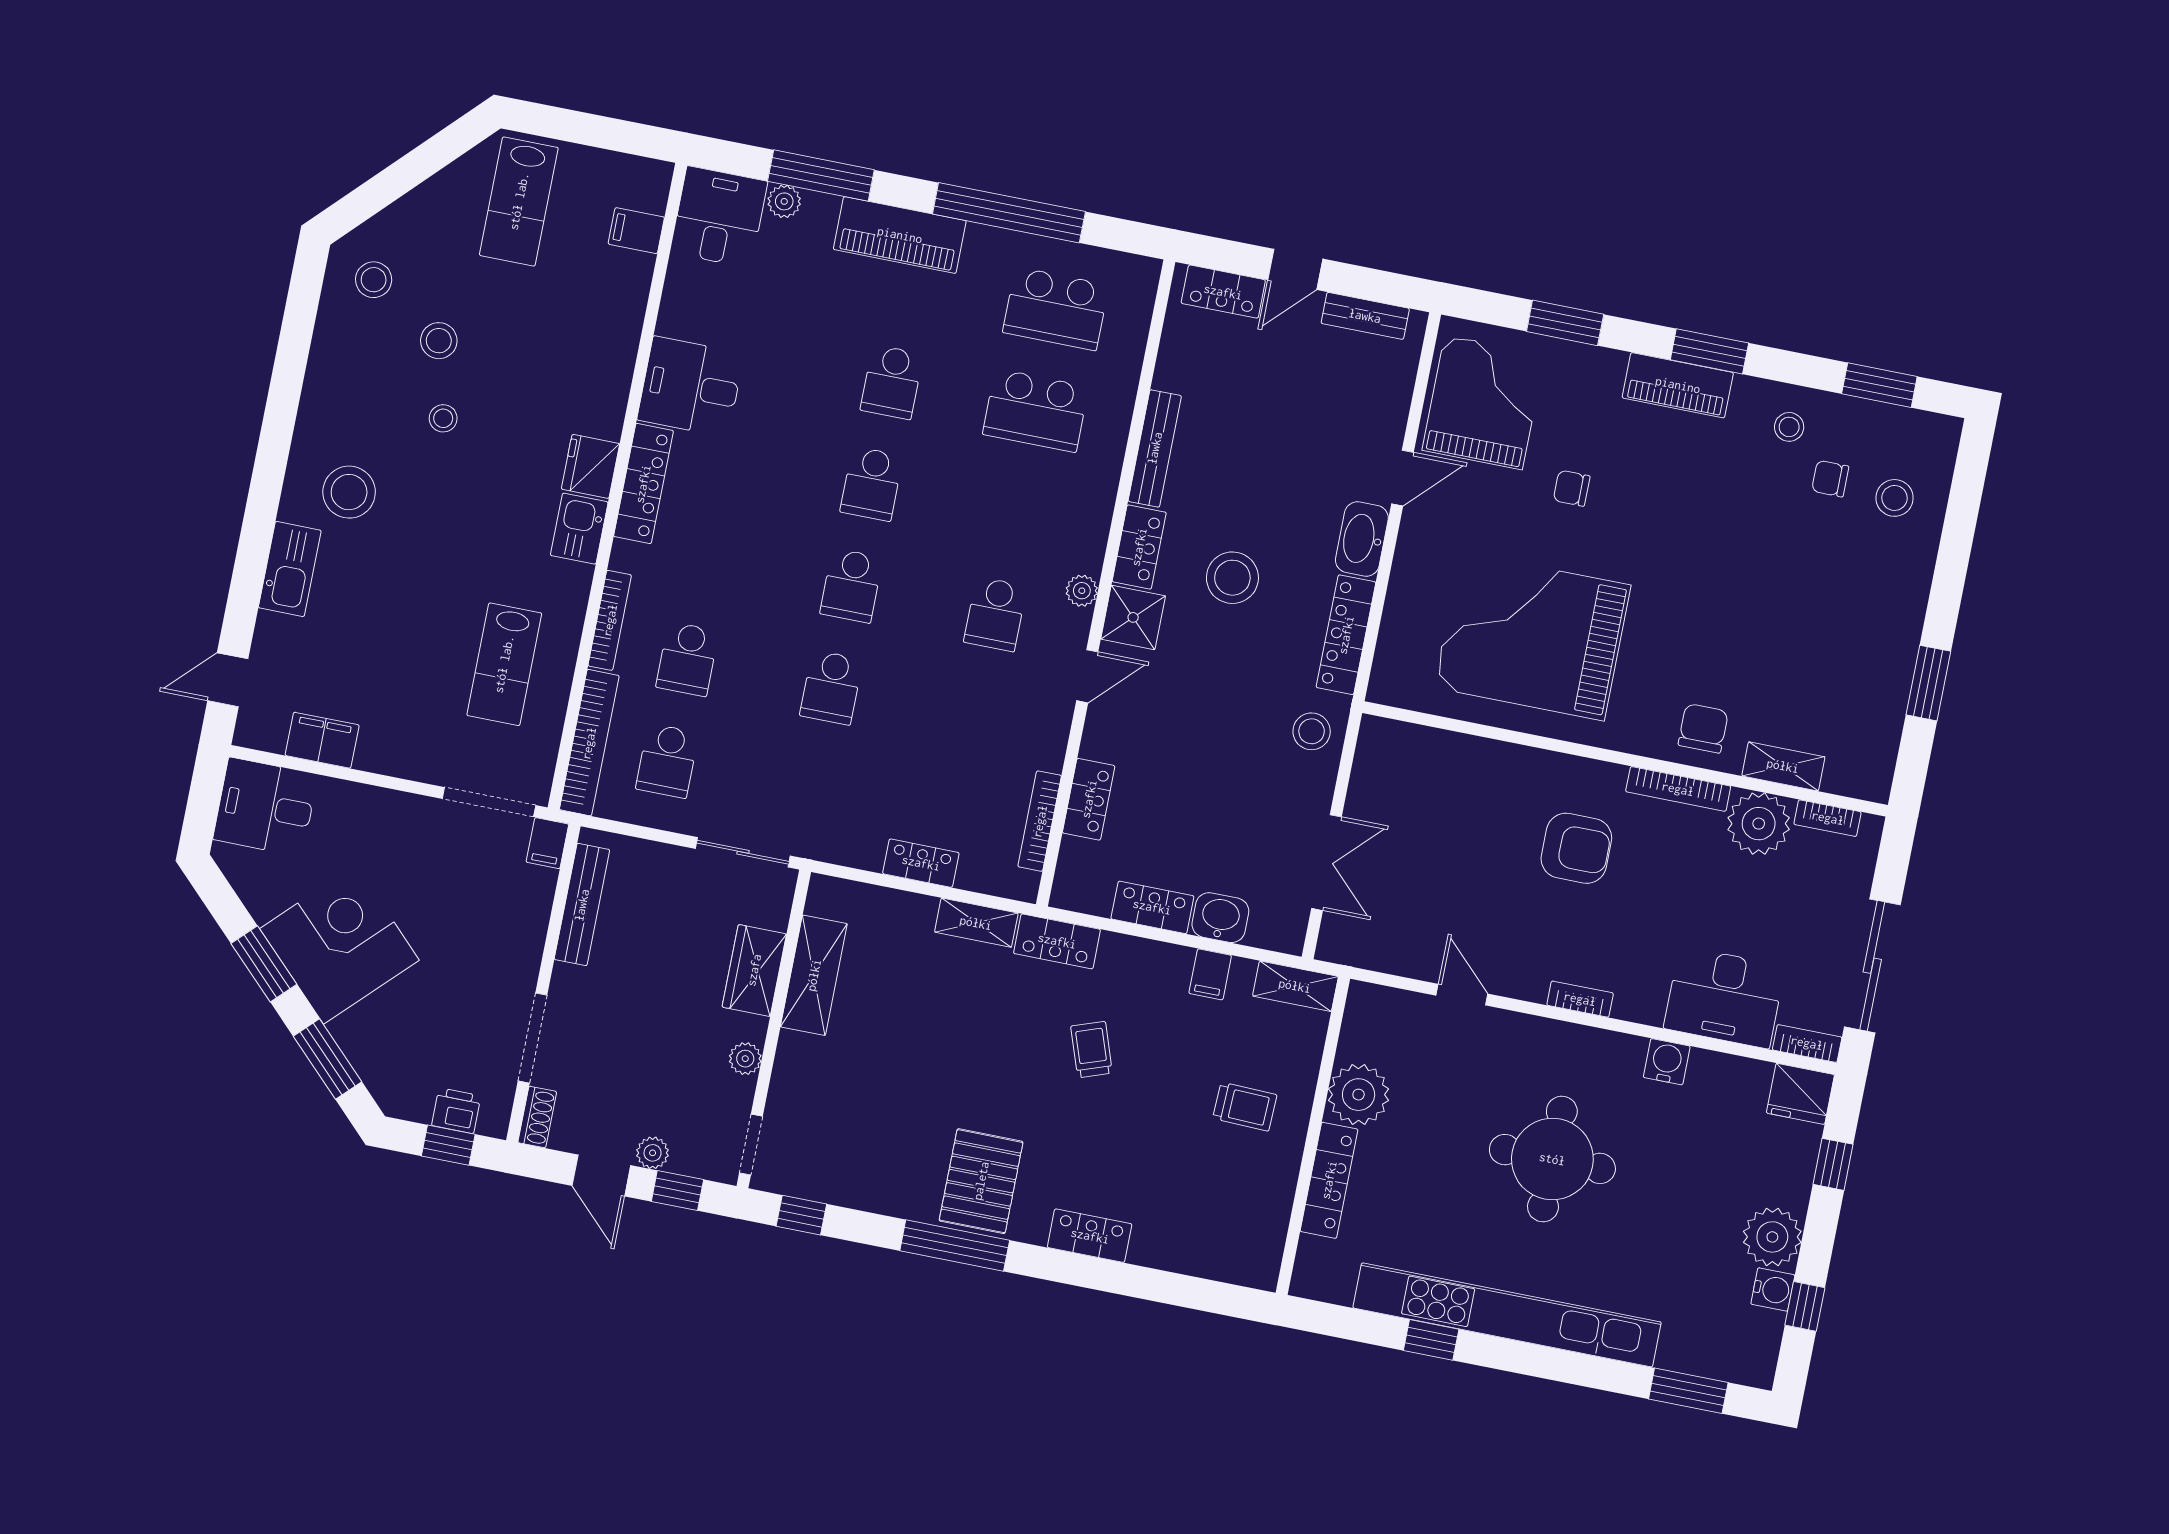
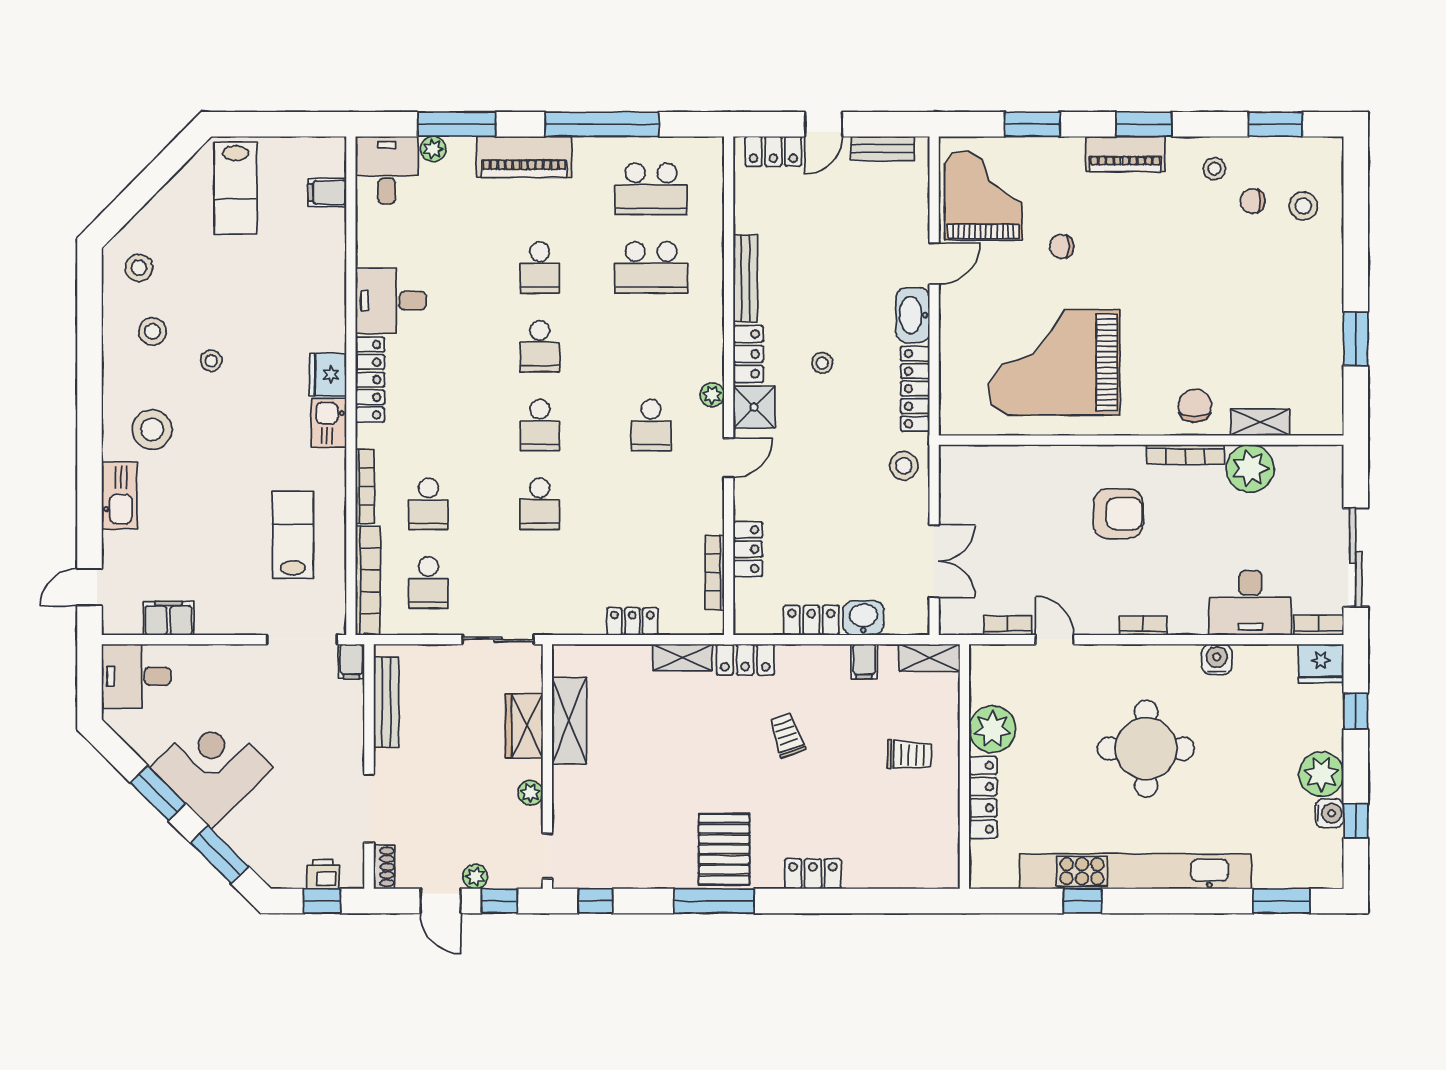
stool: (439, 341) -> (152, 331), moved
stool: (1232, 578) -> (822, 363), width x0.53, depth x0.53
lab bench: (504, 664) -> (293, 535), turned 180
bookcase: (1828, 818) -> (1008, 625), moved, turned 180

